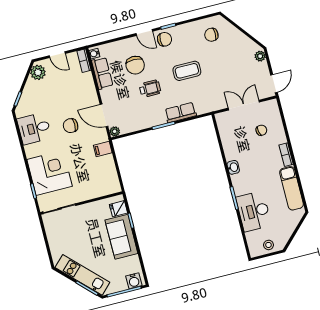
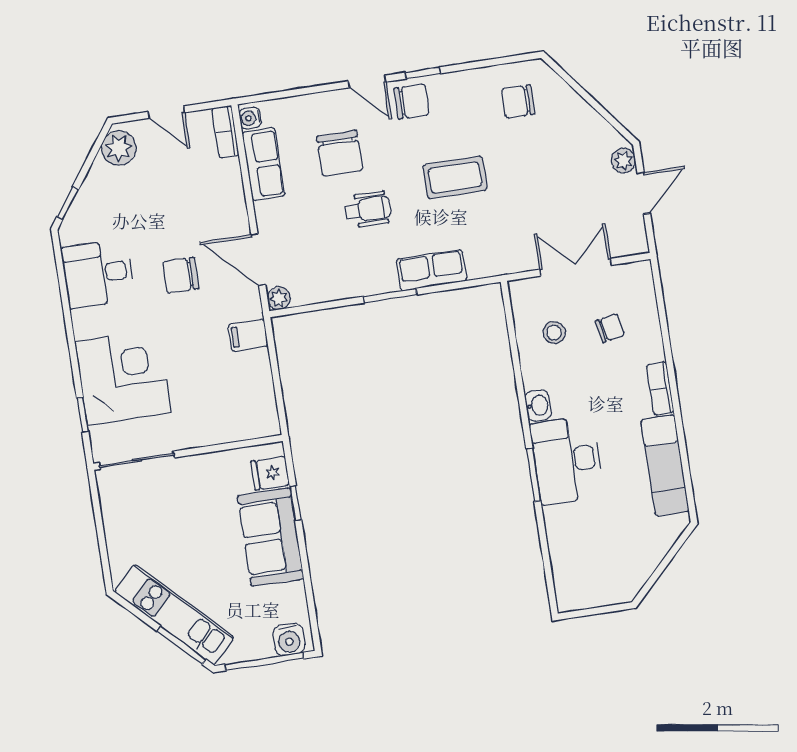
door: (274, 84) -> (644, 193), moved
desk: (254, 211) -> (567, 460), moved
stool: (268, 245) -> (554, 333), moved

